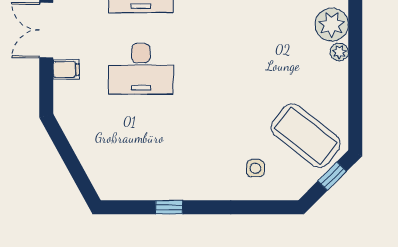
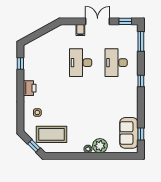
coffee table: (306, 136) -> (52, 134), turned 52
printer: (199, 186) -> (30, 88), added
window: (169, 207) -> (20, 63), moved

